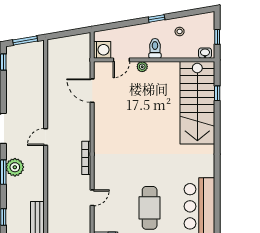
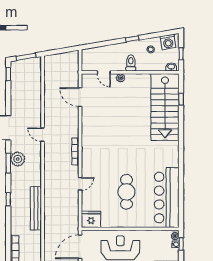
washing machine: (102, 50) -> (168, 42), moved, turned 80
door: (121, 60) -> (104, 72), hinge flipped
door: (46, 137) -> (43, 135), hinge flipped

